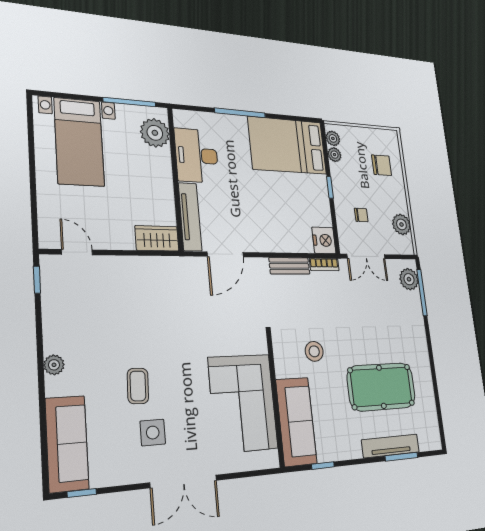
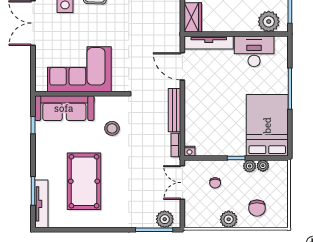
plant: (333, 138) -> (250, 166), moved
plant: (401, 224) -> (229, 219), moved
nightstand: (324, 240) -> (189, 151), width x0.53, depth x0.56
bench: (289, 266) -> (174, 110), width x1.36
tv unit: (391, 446) -> (41, 204), moved

